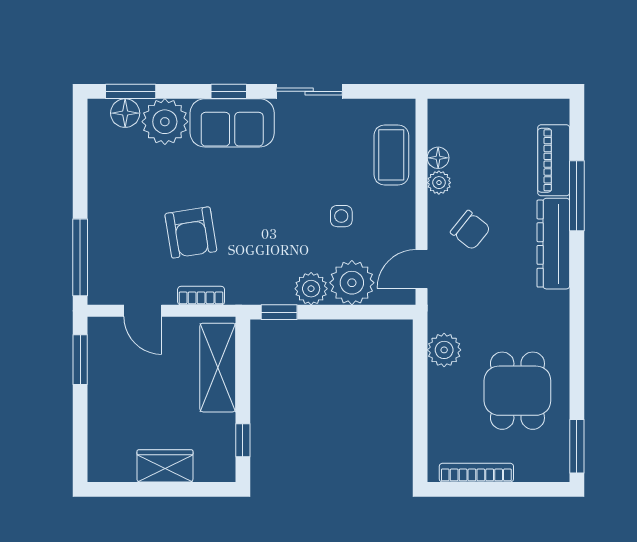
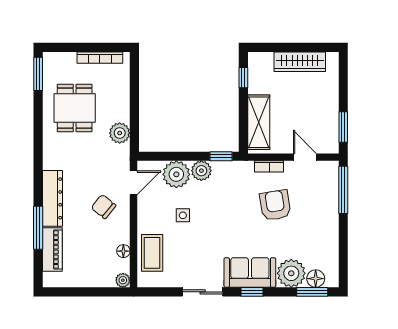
plant: (439, 183) -> (123, 280), moved
wardrobe: (165, 466) -> (300, 62), width x1.50

